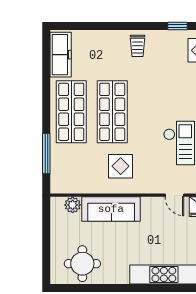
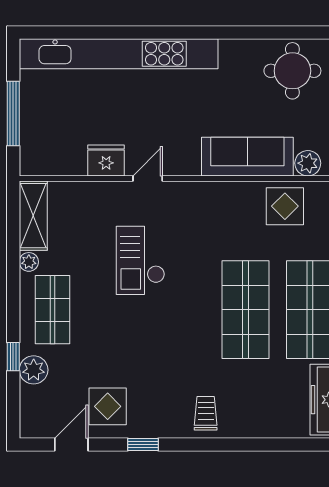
display table: (121, 166) -> (285, 206), moved
door: (174, 195) -> (148, 178), hinge flipped

